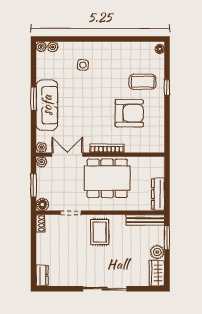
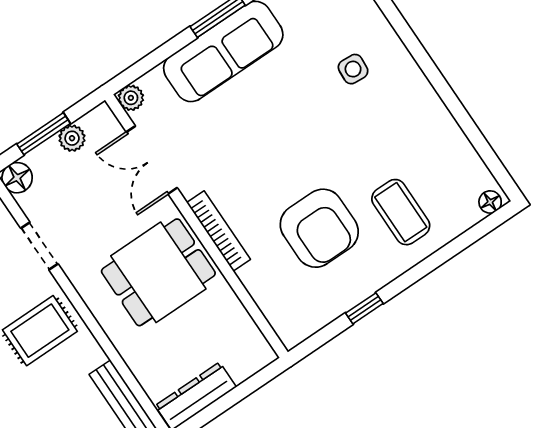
window: (167, 87) -> (364, 308), moved
double door: (67, 155) -> (152, 160), swing flipped
plant: (42, 162) -> (72, 138), moved
dining table: (107, 178) -> (158, 272), width x0.73

